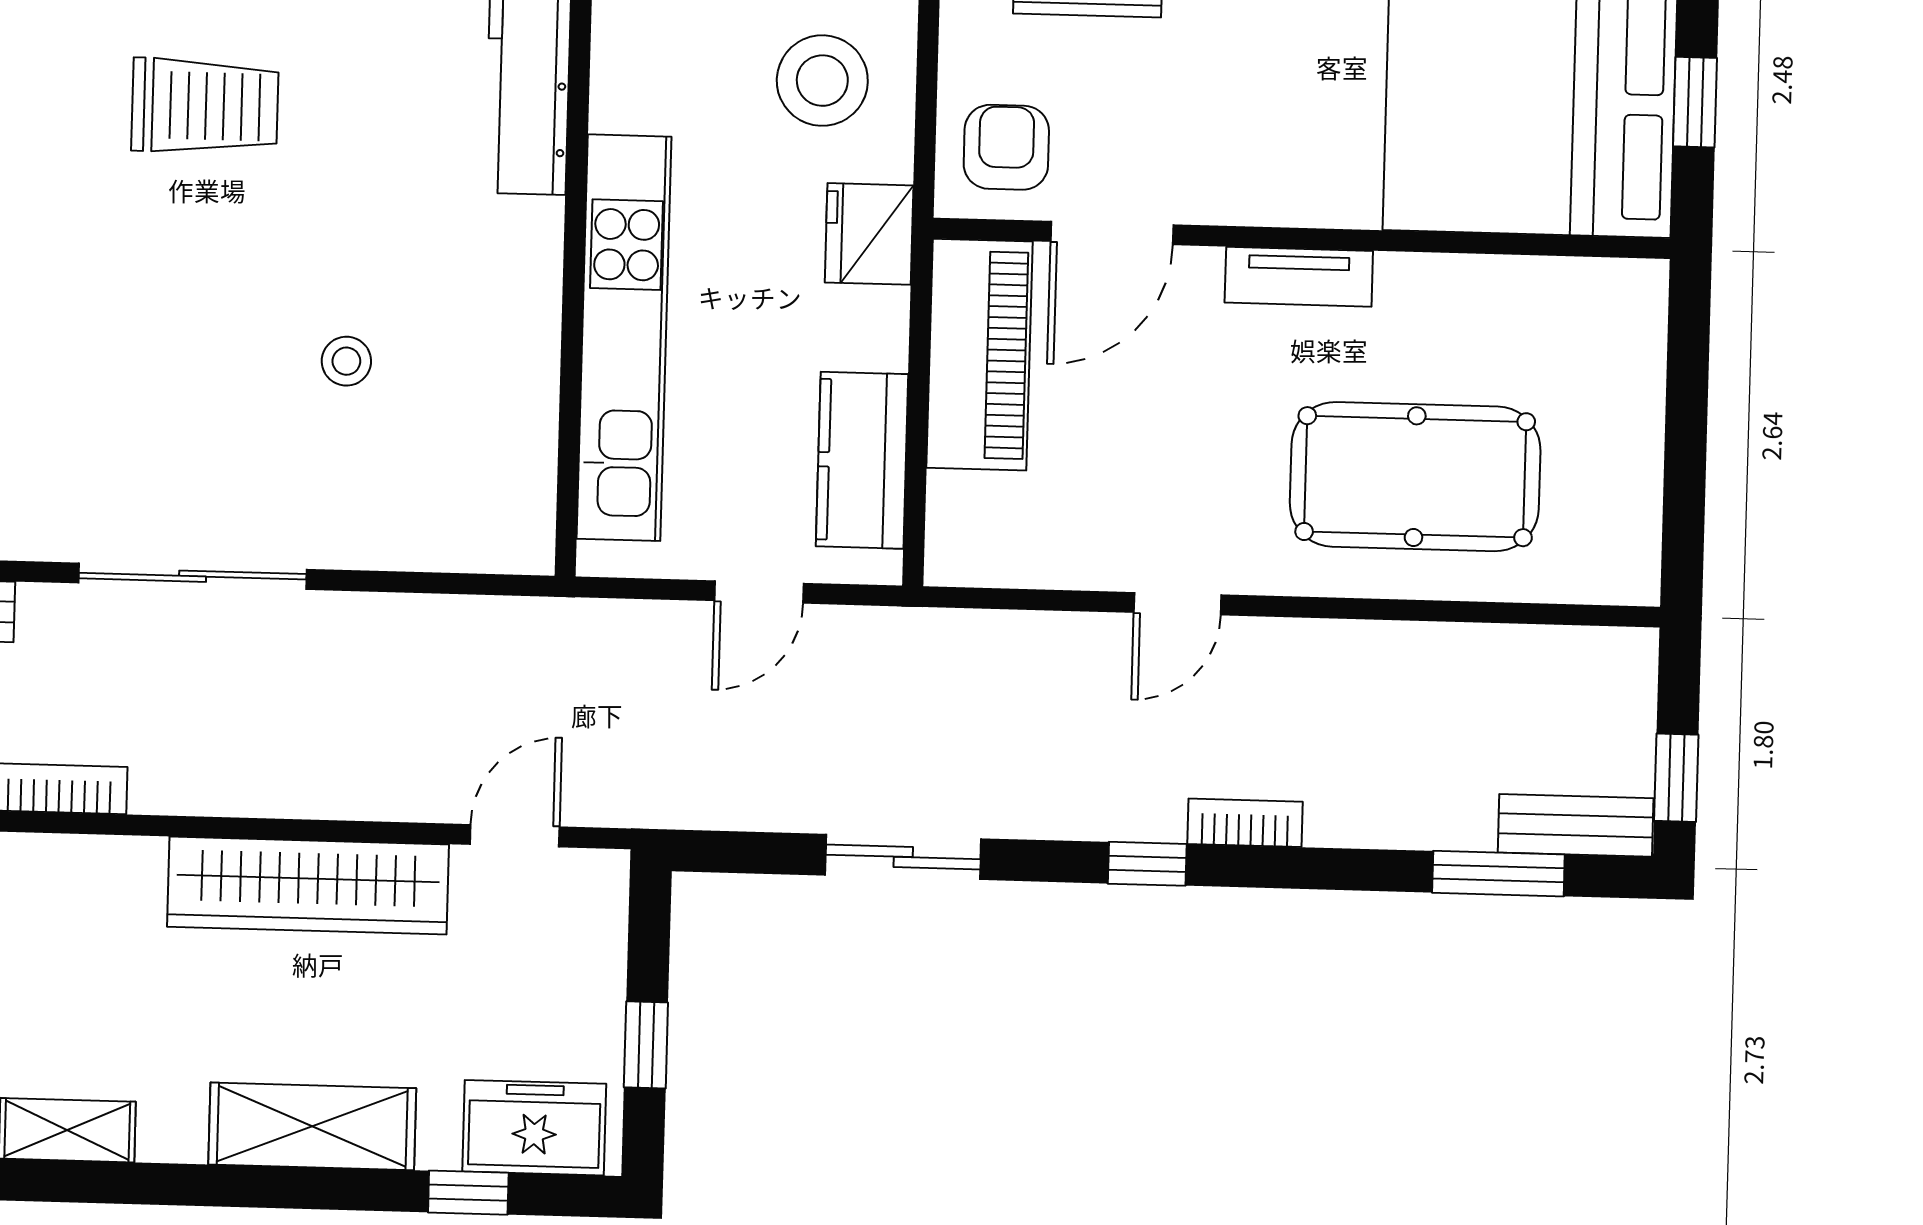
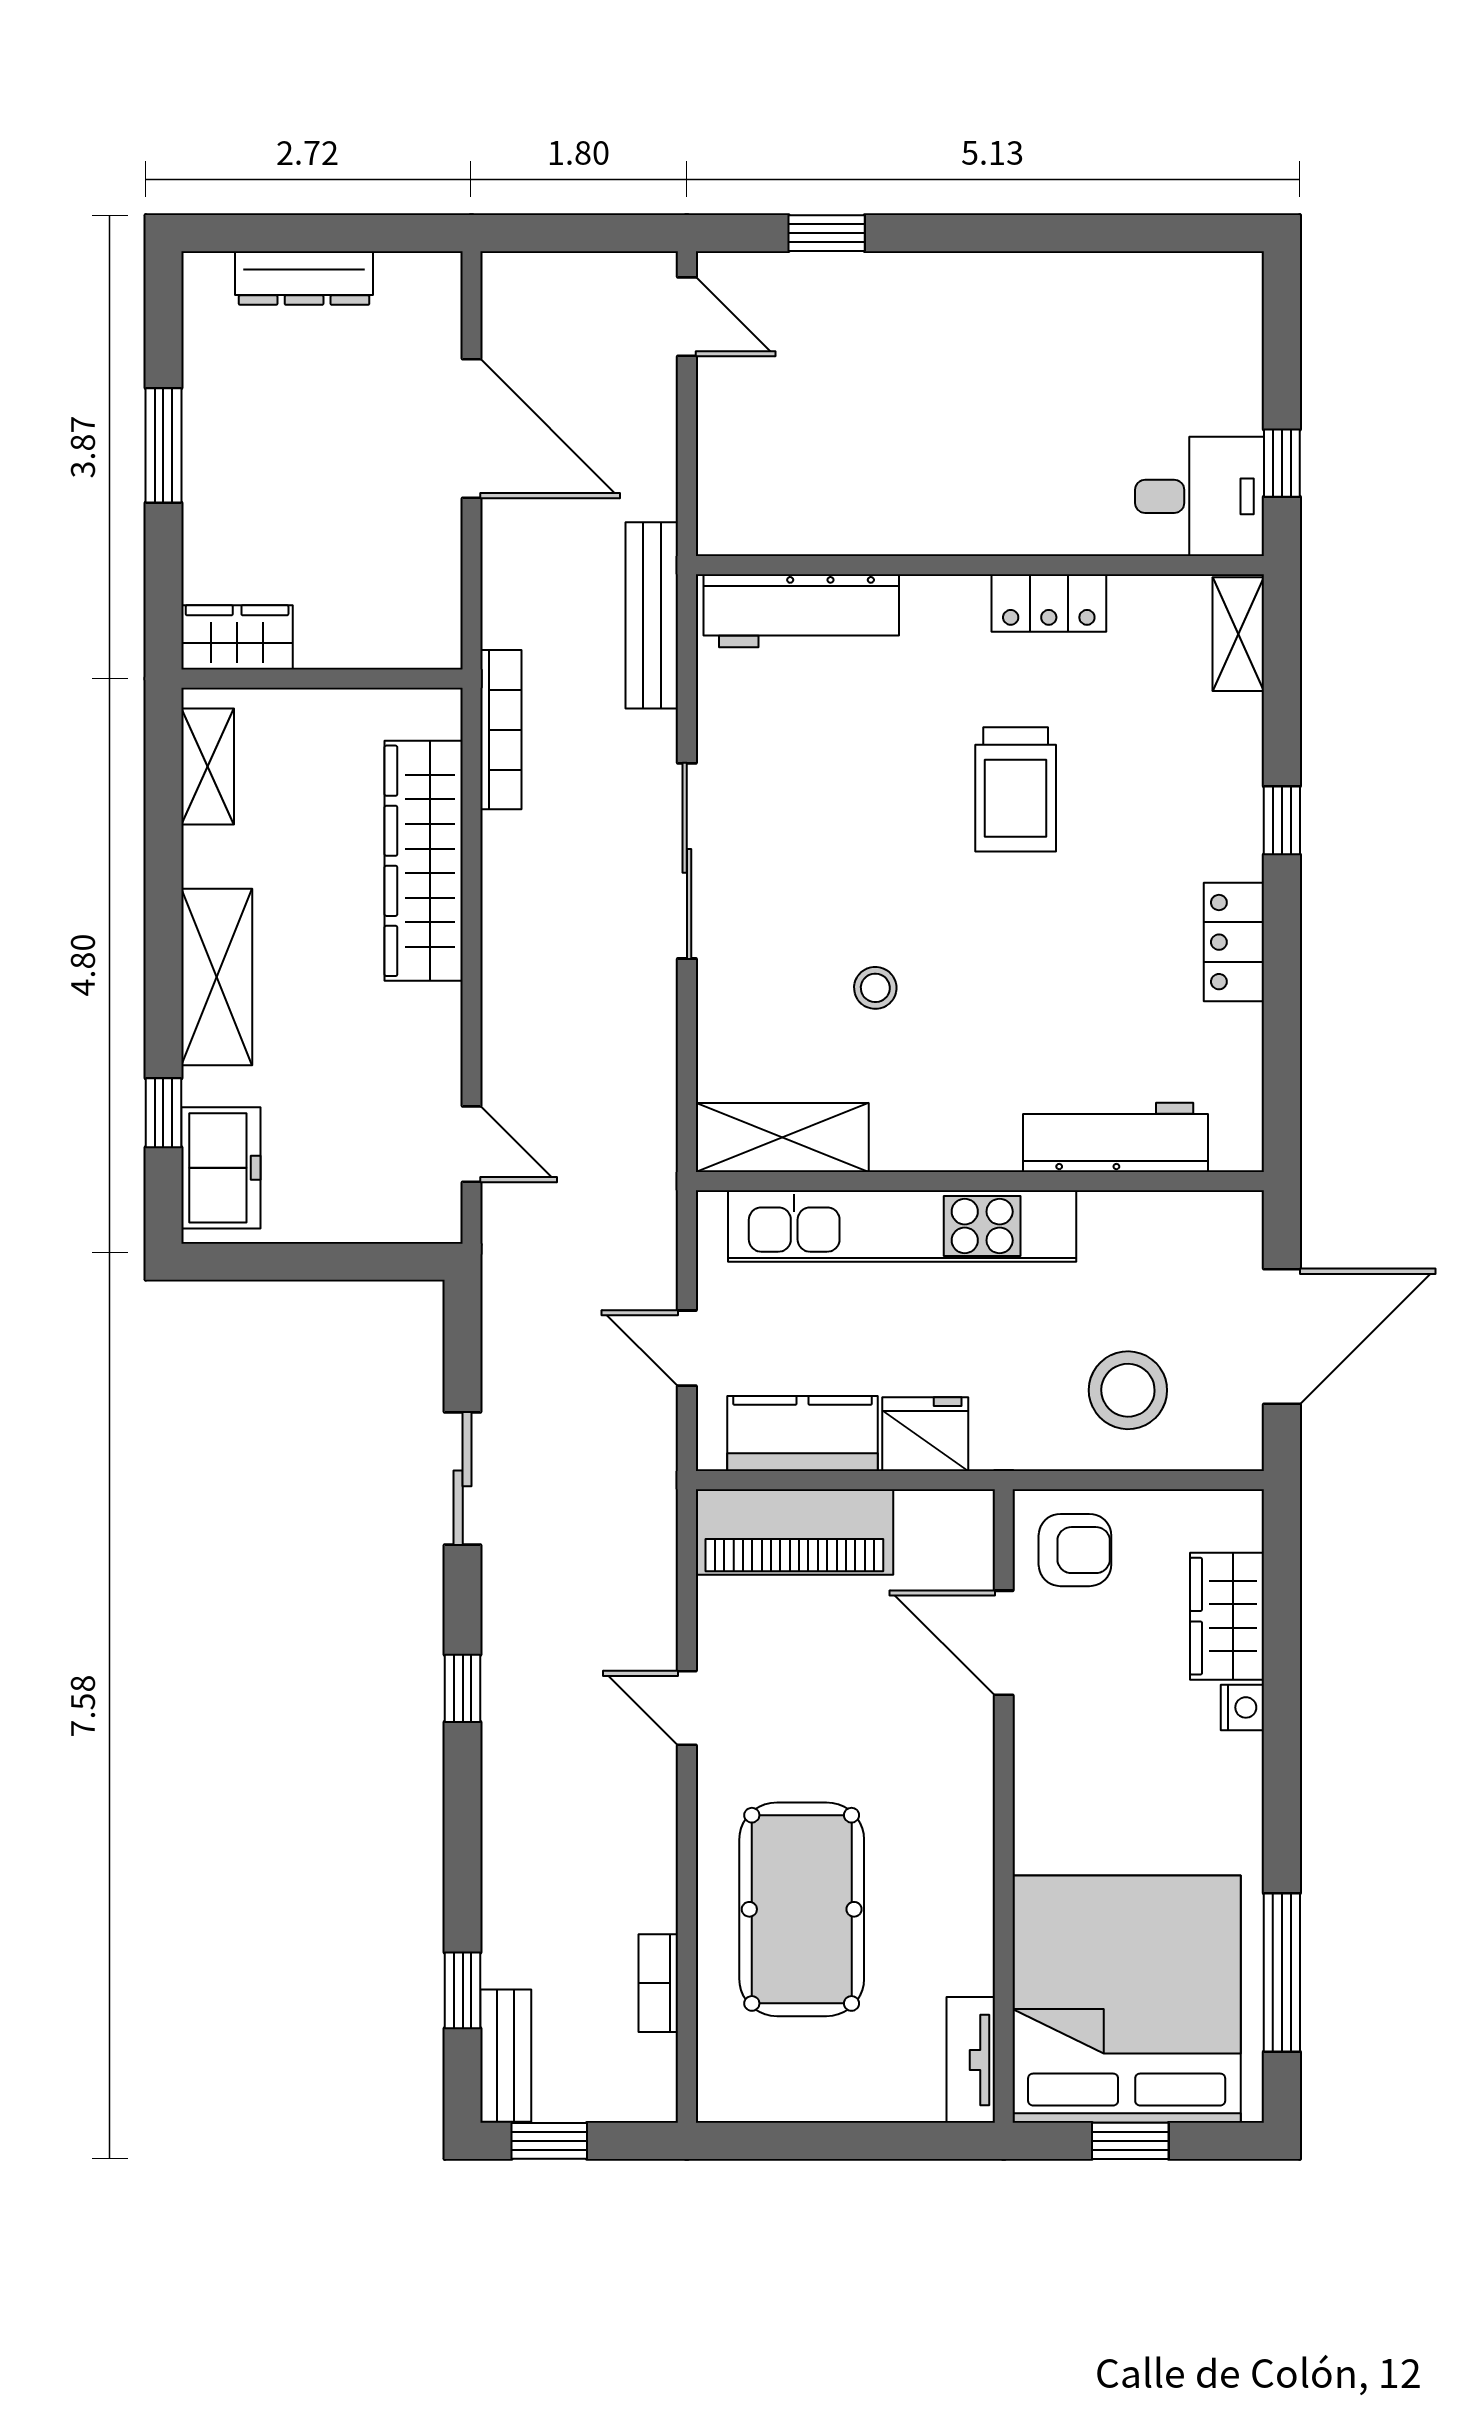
trolley: (205, 106) -> (1016, 789), moved
fridge: (869, 234) -> (925, 1434), moved
tv unit: (1299, 277) -> (971, 2060), moved
piano: (979, 355) -> (794, 1532), moved
shelving: (517, 474) -> (782, 1137), added
bookcase: (1245, 823) -> (658, 1983), moved, turned 180
window: (1498, 874) -> (463, 1990), width x0.67
wardrobe: (308, 886) -> (424, 861), moved
window: (646, 1045) -> (295, 1262), removed

